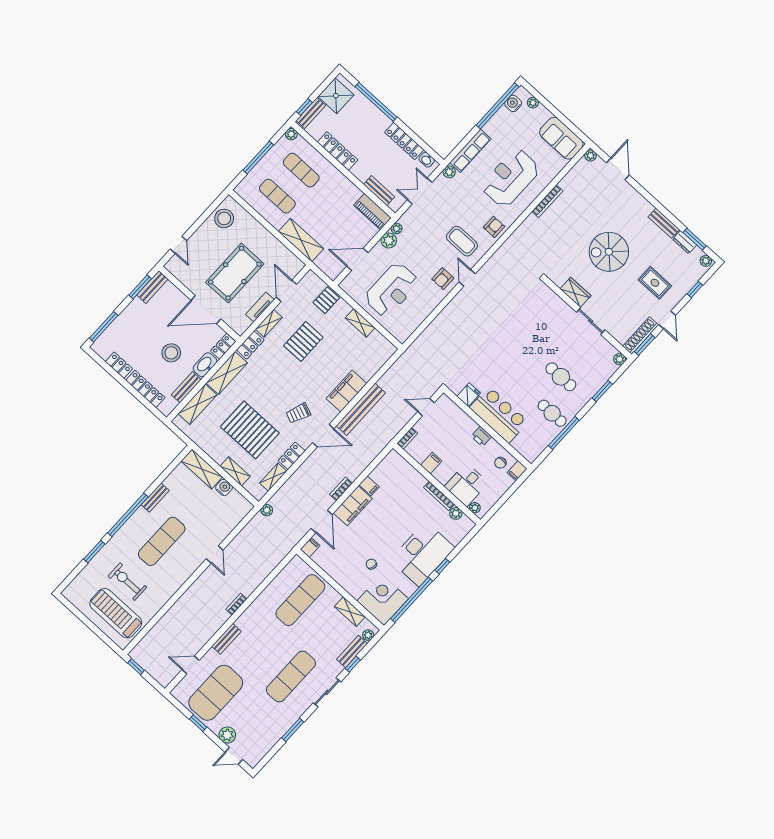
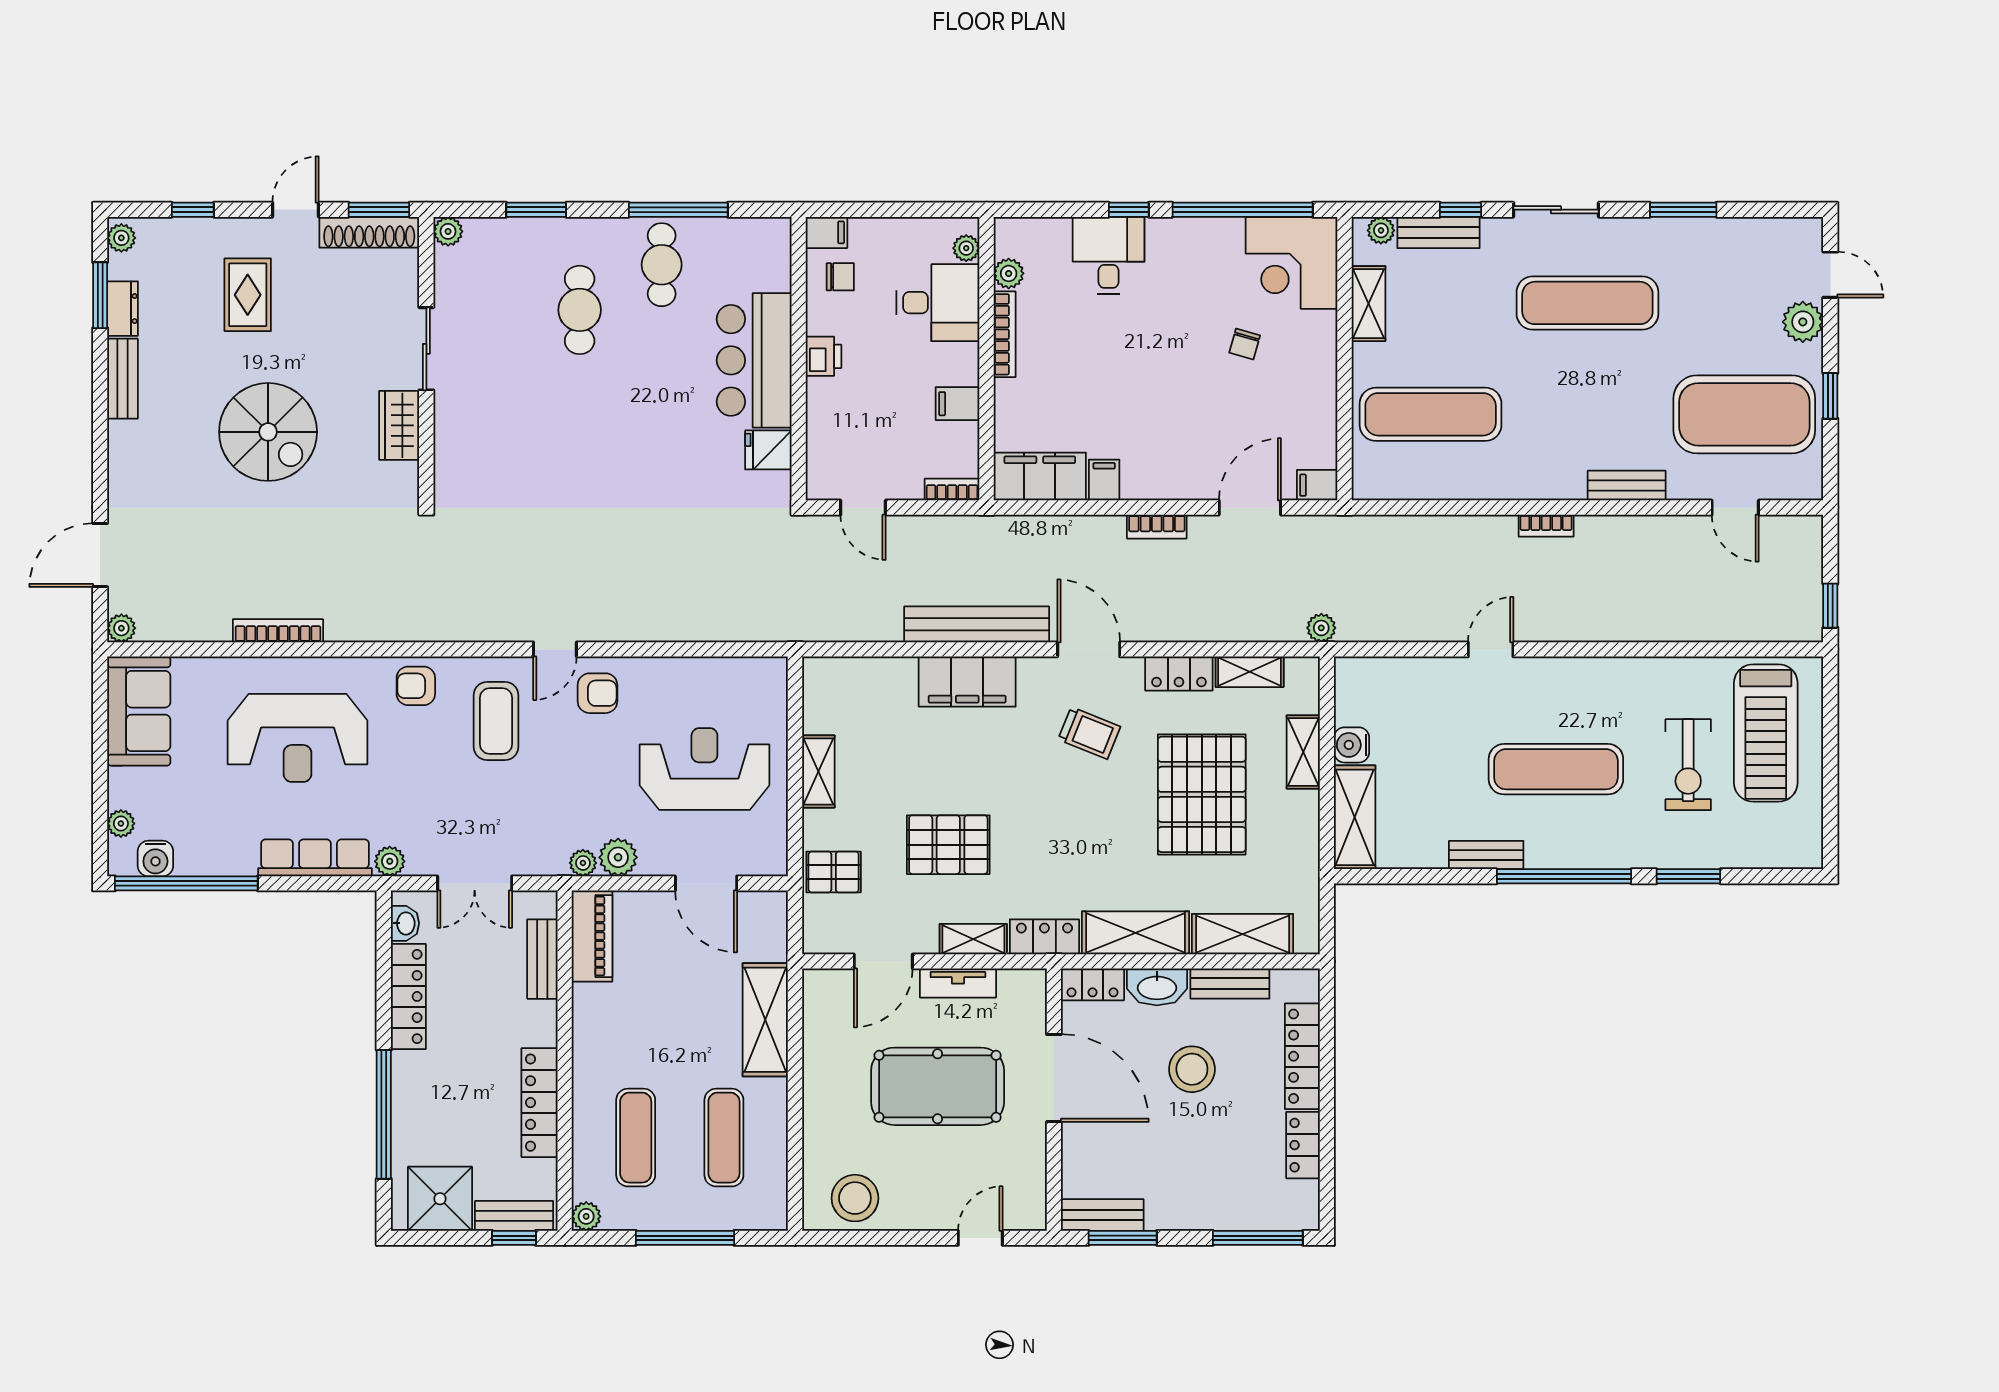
filing cabinet: (353, 506) -> (1040, 477), moved
desk: (422, 554) -> (1109, 255), width x0.53, depth x0.77

